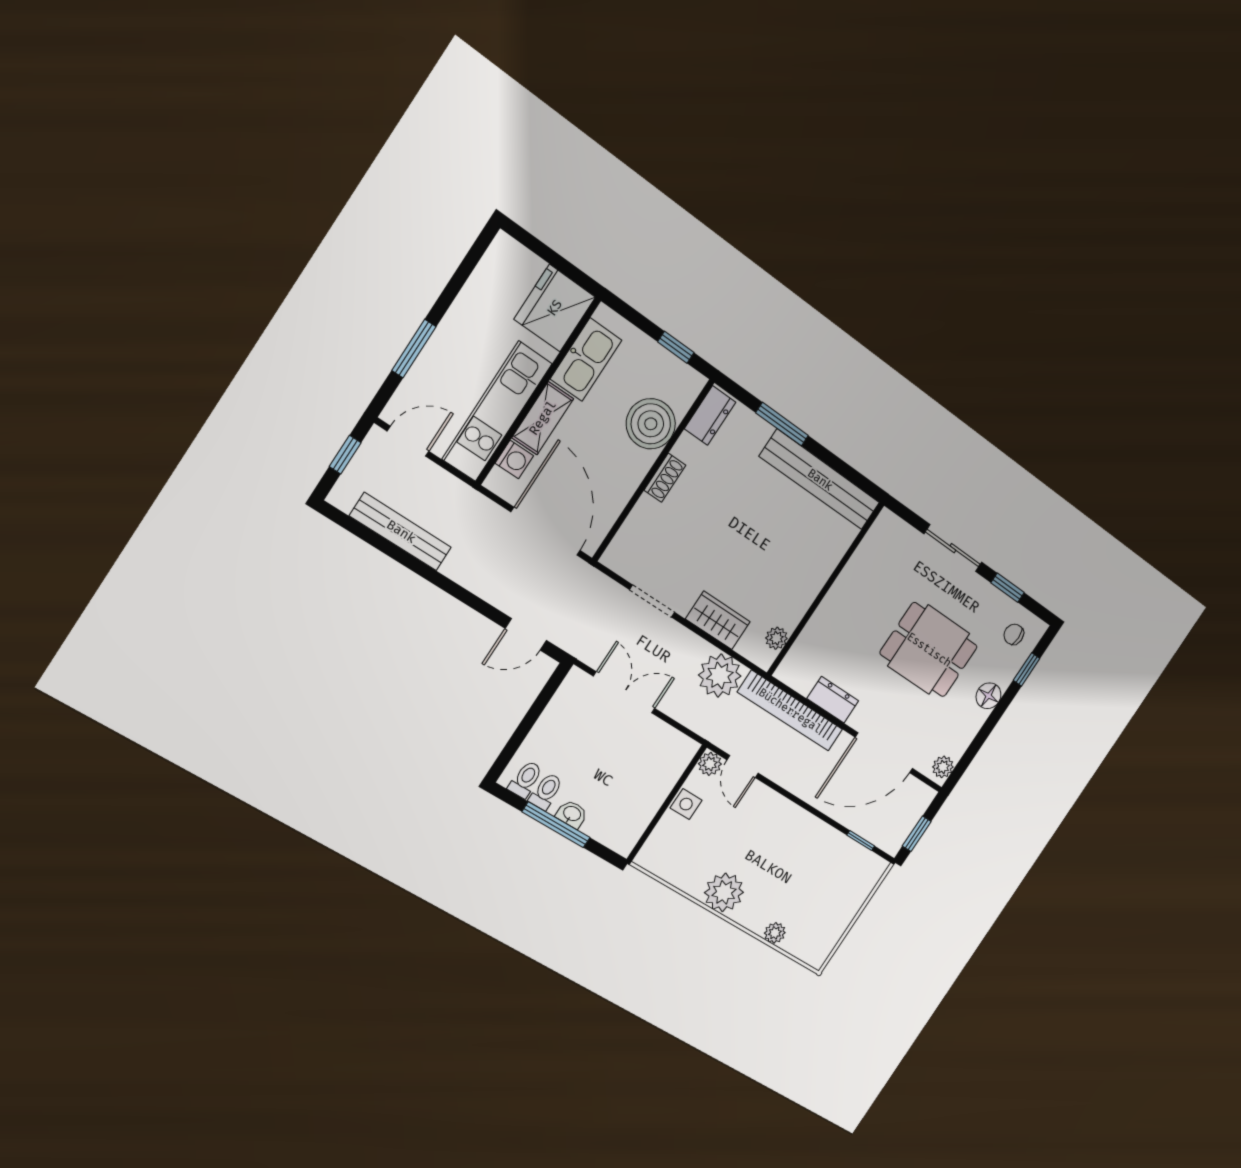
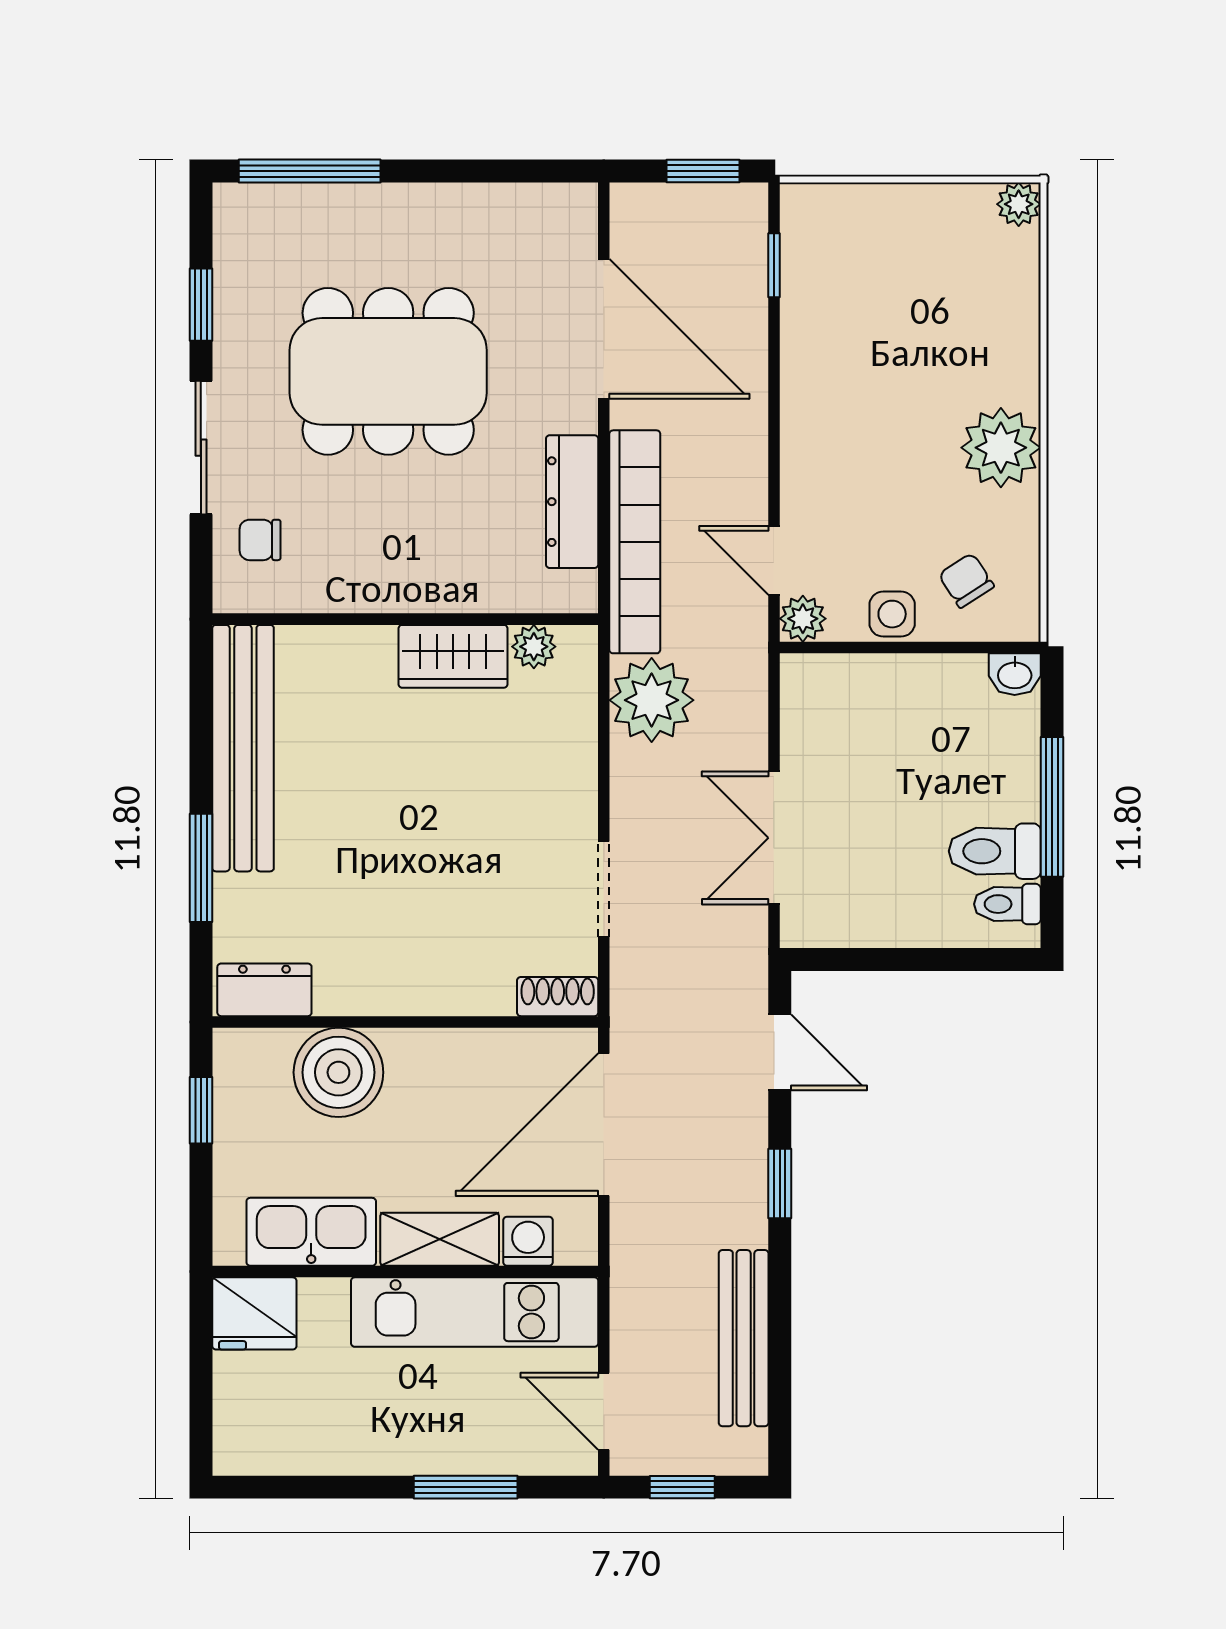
fridge: (555, 308) -> (254, 1313), width x0.73, depth x0.75
shoe rack: (665, 478) -> (558, 997), moved
window: (464, 596) -> (780, 1184), added
wardrobe: (718, 620) -> (453, 656), moved, turned -90
chair: (1014, 634) -> (260, 540), moved, turned 90
dining table: (929, 650) -> (388, 371), width x1.38
window: (1027, 669) -> (310, 171), width x2.17
floor lamp: (988, 696) -> (396, 209), removed
dresser: (833, 700) -> (572, 502), width x1.44
door: (743, 767) -> (774, 560), swing flipped
plant: (943, 767) -> (563, 205), removed
toilet: (546, 791) -> (995, 851), width x1.37, depth x1.39
washbasin: (572, 814) -> (1015, 674), moved, turned -90
chair: (679, 845) -> (966, 580), added
plant: (775, 933) -> (1019, 204), moved

